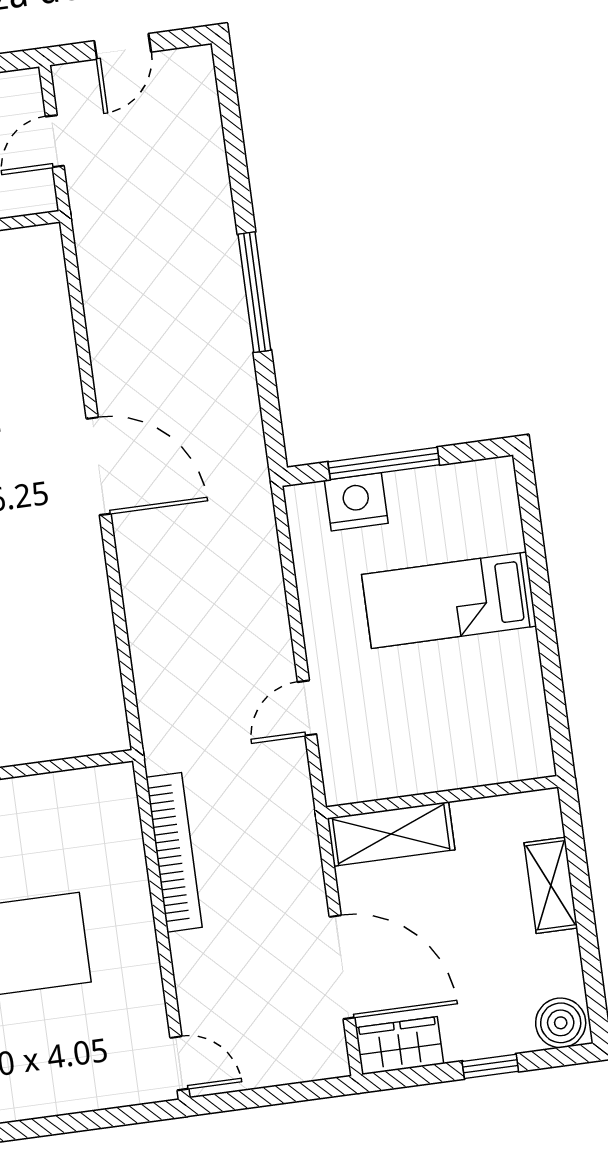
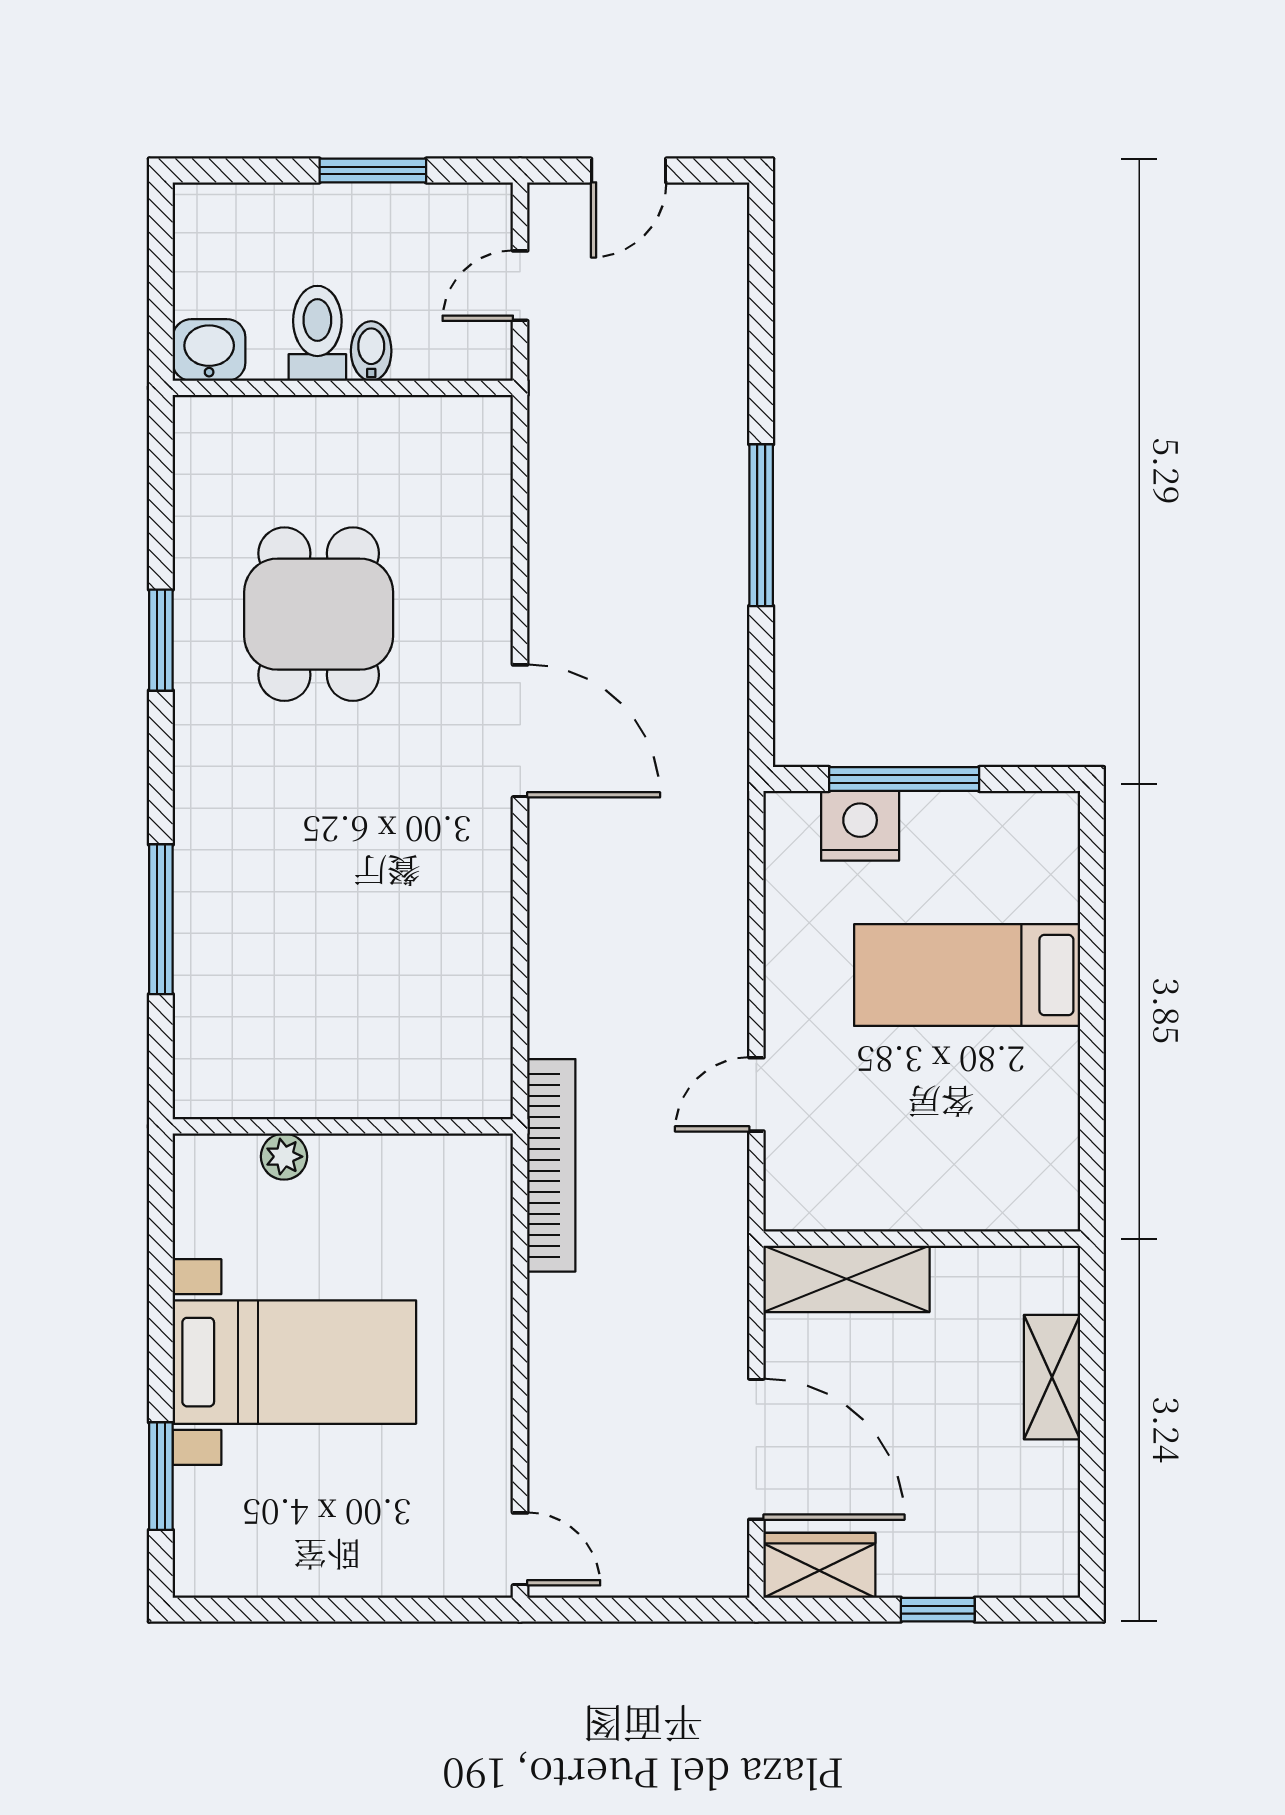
bookcase: (174, 852) -> (551, 1165), moved
boiler: (561, 1023) -> (1040, 1564), removed

